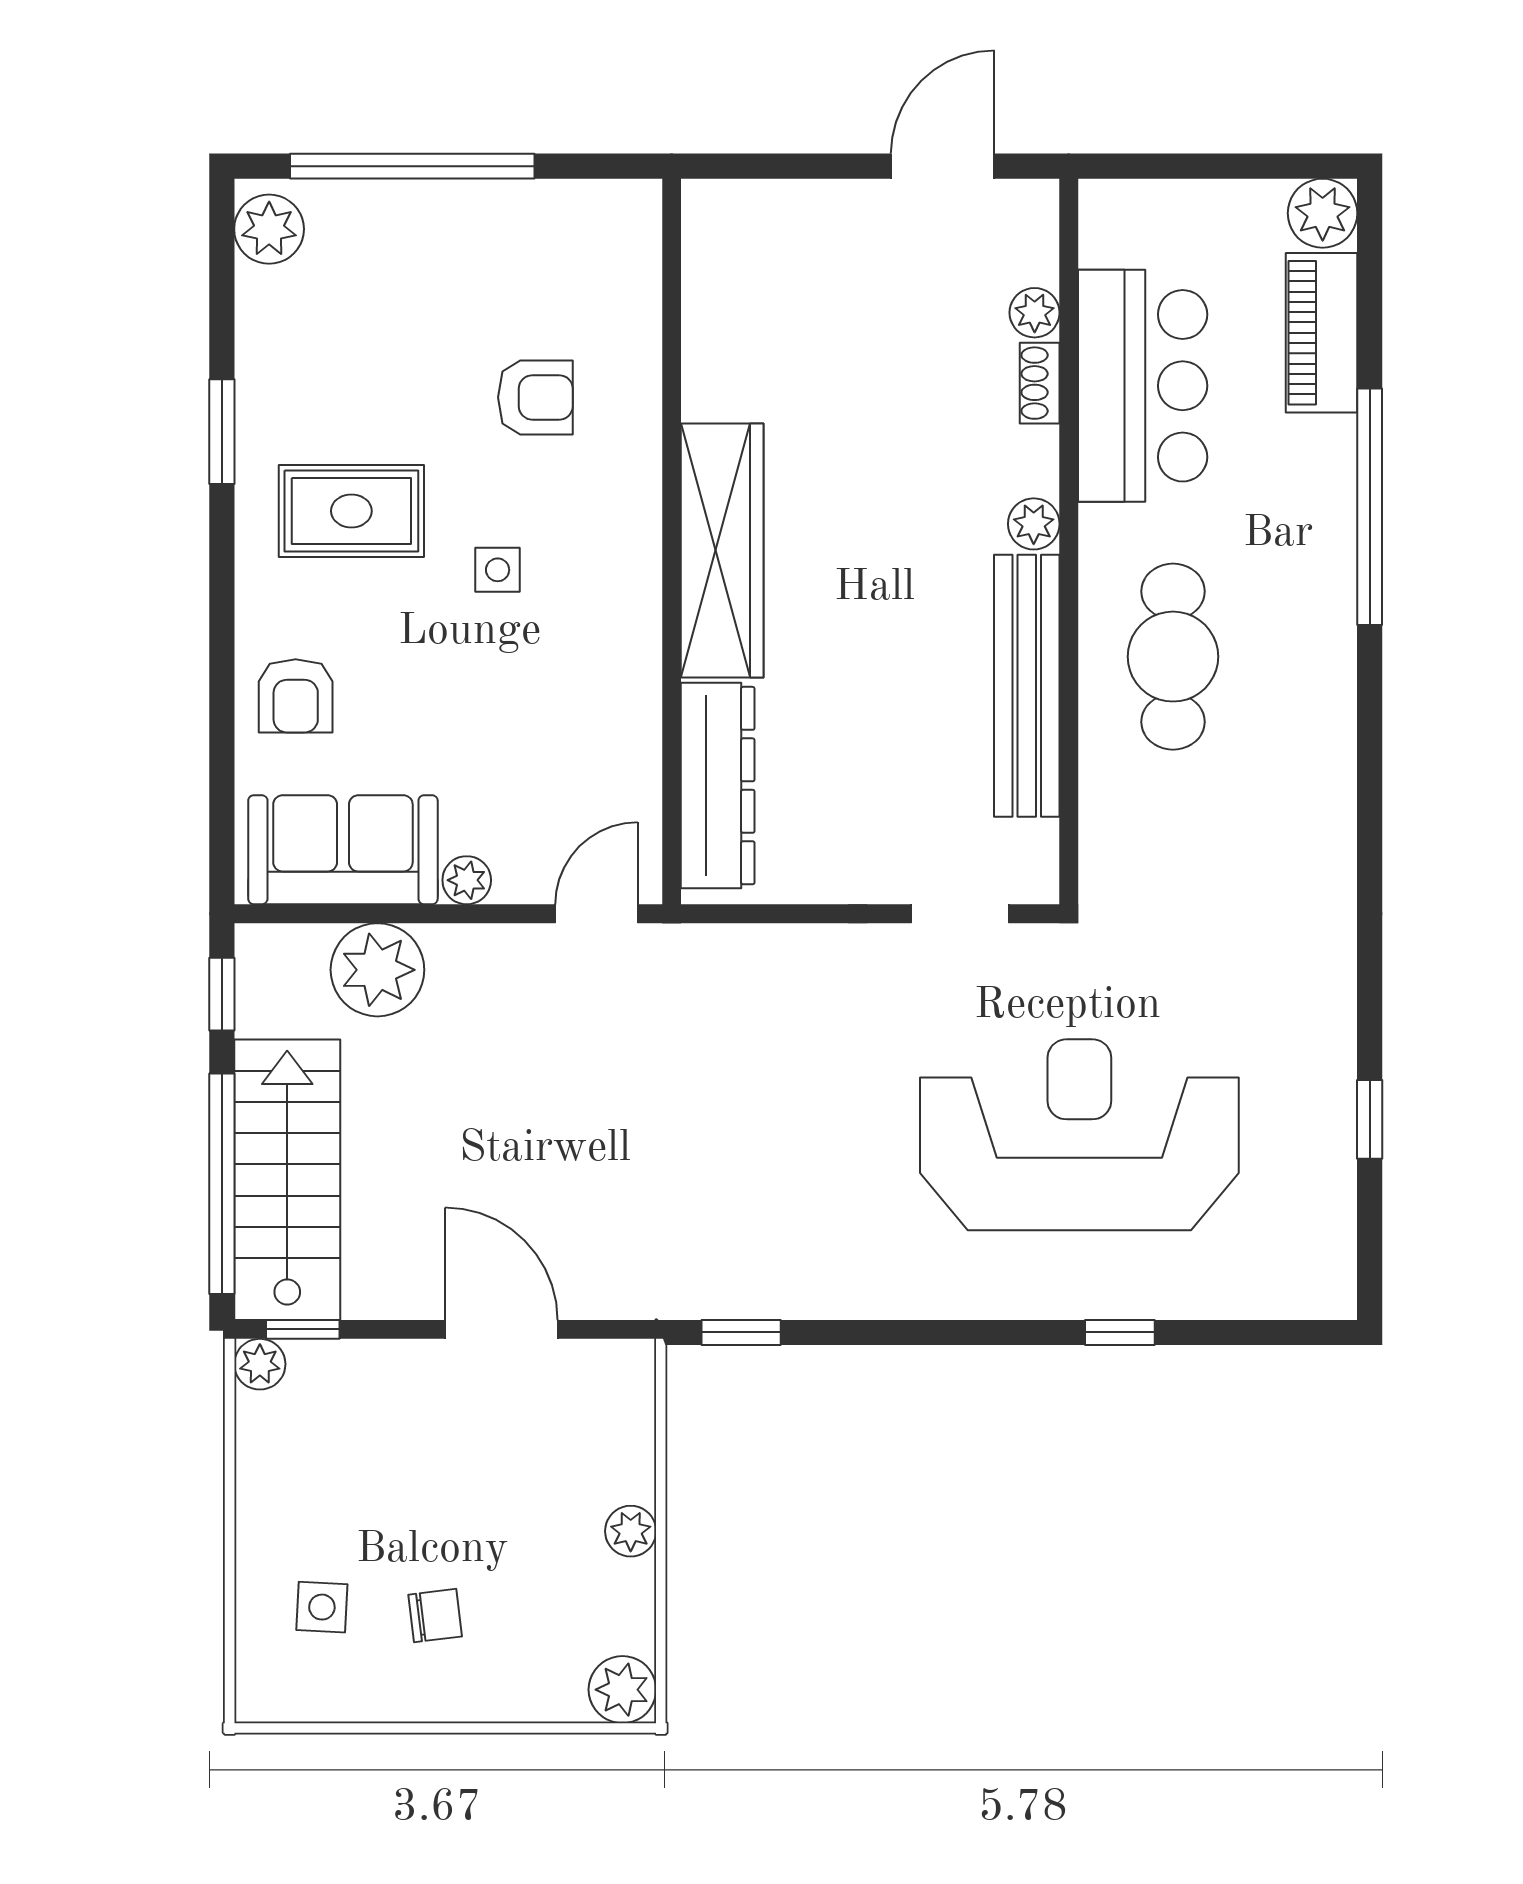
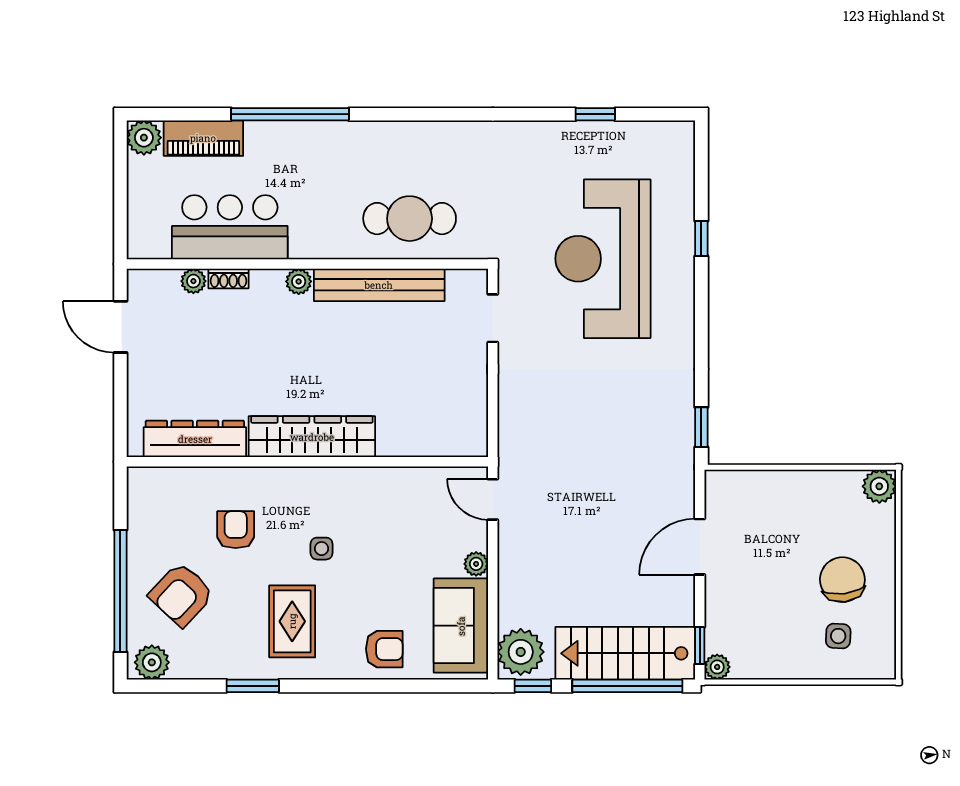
armchair: (405, 288) -> (181, 594), added
cafe table: (1173, 657) -> (410, 219), moved
dresser: (718, 786) -> (195, 439), moved
plant: (377, 970) -> (521, 652), moved
plant: (631, 1531) -> (800, 482), removed
chair: (435, 1616) -> (842, 580), width x1.87, depth x1.87

